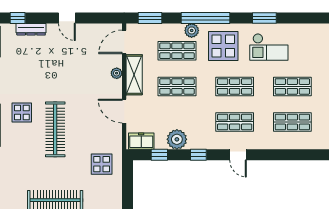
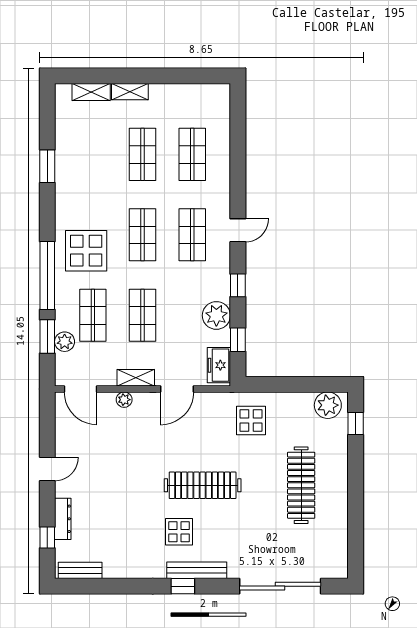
window: (150, 18) -> (47, 337), moved
window: (264, 18) -> (47, 166), moved
plant: (192, 30) -> (65, 342), moved
checkout: (269, 47) -> (88, 187), removed
shelving: (134, 75) -> (136, 378), width x0.67, depth x0.75

